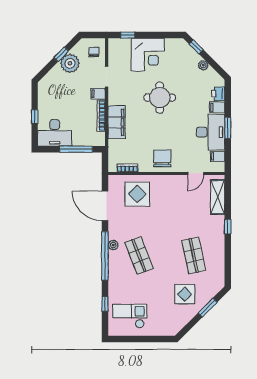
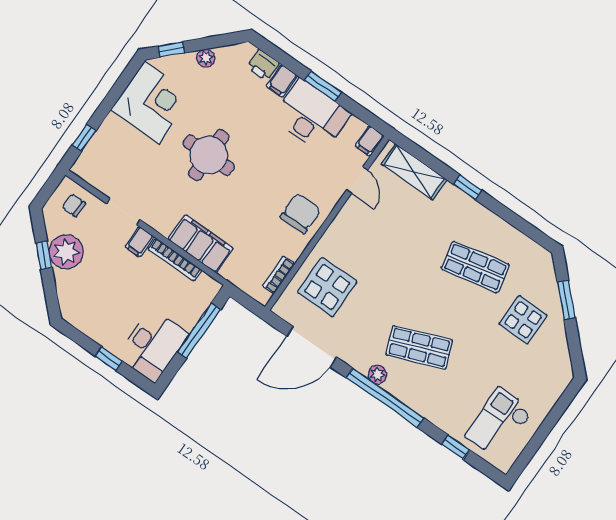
corner desk: (148, 55) -> (152, 102), moved
filing cabinet: (218, 156) -> (370, 141), moved
chair: (162, 158) -> (301, 213), turned 90

